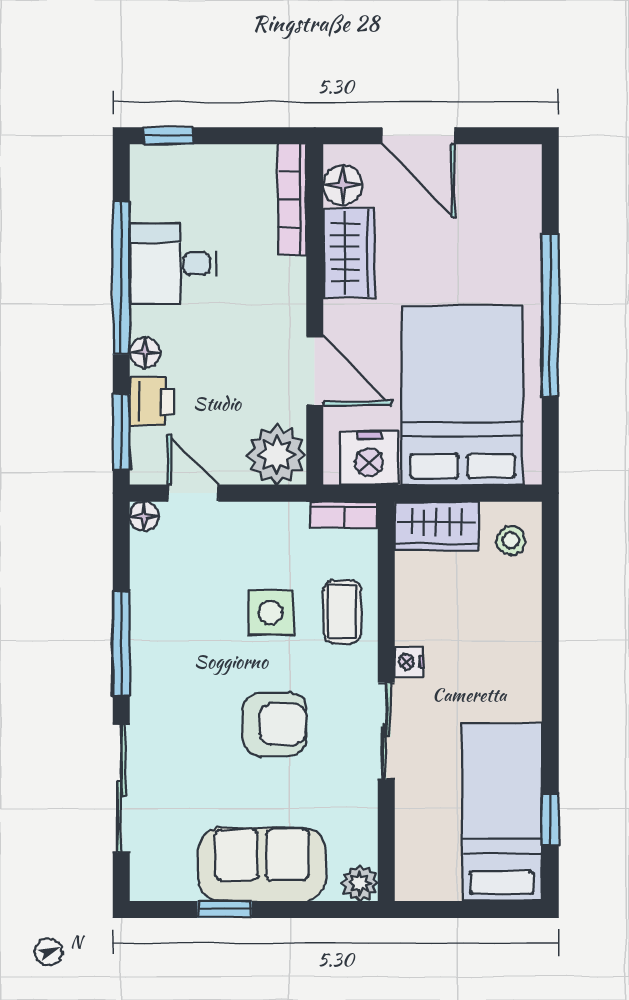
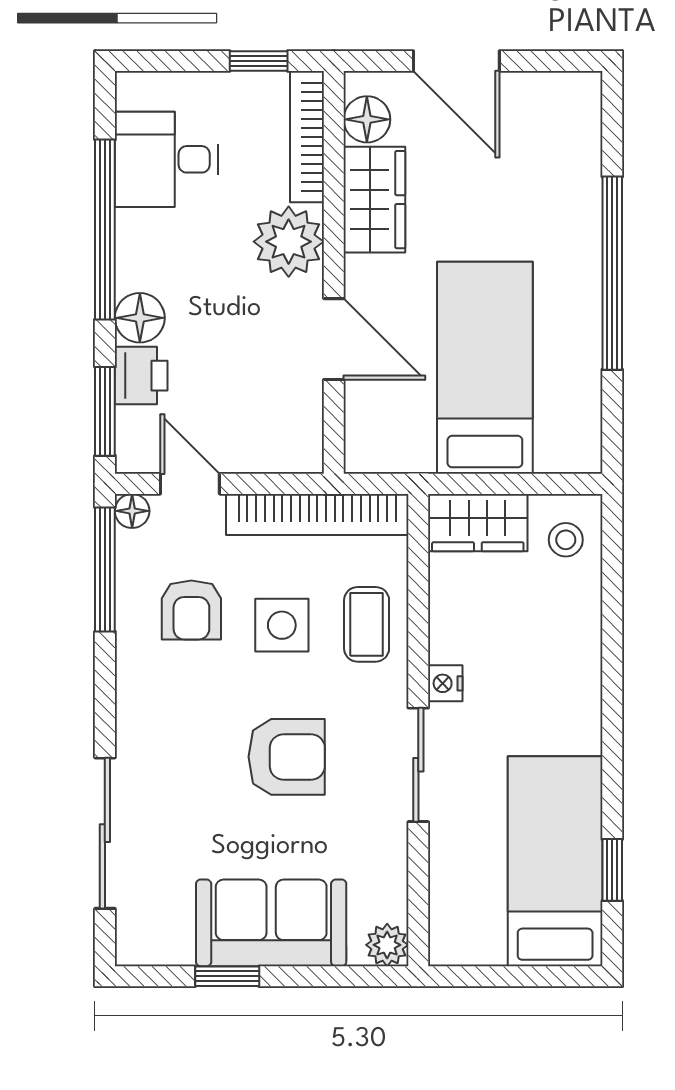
window: (168, 136) -> (259, 61), moved
desk: (173, 264) -> (166, 159), moved
floor lamp: (145, 353) -> (140, 318), width x1.37, depth x1.37
bed: (463, 395) -> (485, 368), width x0.67
plant: (276, 455) -> (289, 242), moved
nightstand: (369, 458) -> (398, 442), removed
bookcase: (344, 515) -> (317, 514), width x2.31, depth x1.31
armchair: (194, 600) -> (191, 610), added
window: (121, 644) -> (105, 570), moved

